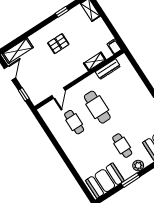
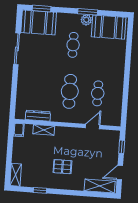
plant: (138, 166) -> (86, 20), moved

